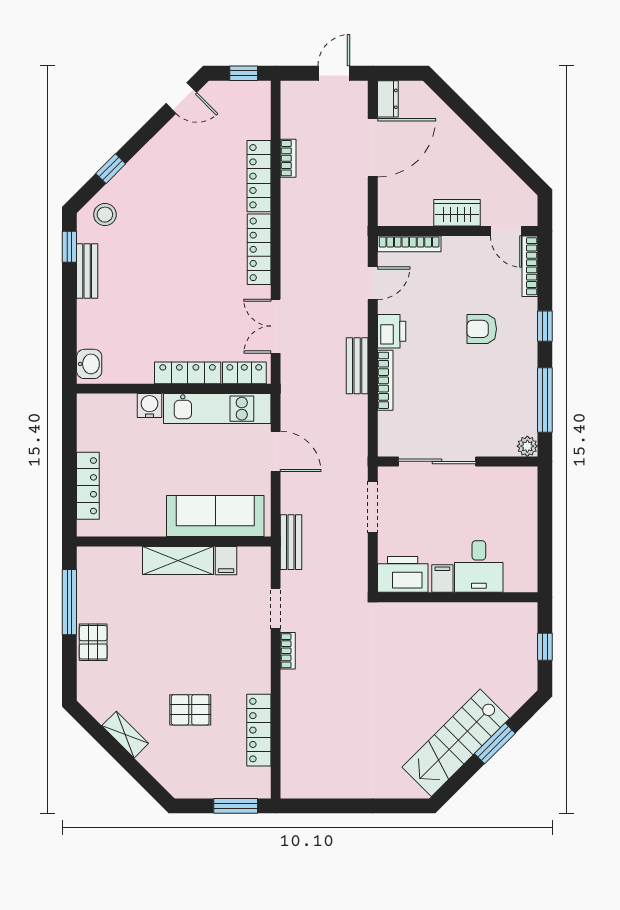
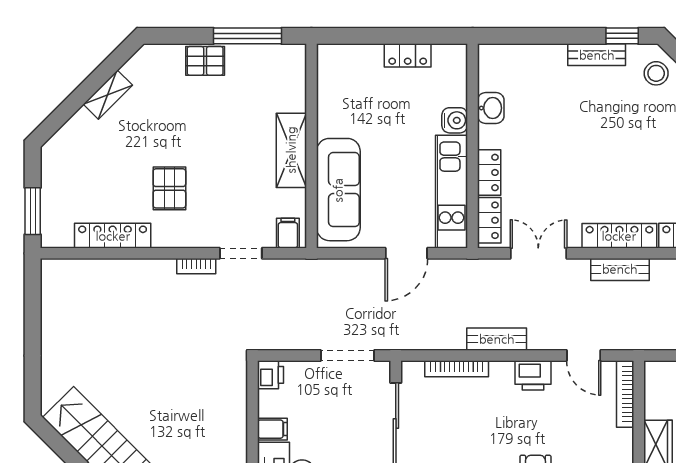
washbasin: (89, 364) -> (491, 108), moved, turned -90
locker: (188, 373) -> (489, 172), width x0.66
bookcase: (385, 380) -> (457, 369), moved
locker: (88, 486) -> (408, 55), moved, width x0.66
bench: (291, 542) -> (620, 269), moved
filing cabinet: (226, 561) -> (288, 233), moved, turned 90
printer: (403, 574) -> (271, 375), width x0.53, depth x0.68
pallet: (190, 710) -> (169, 188), moved

